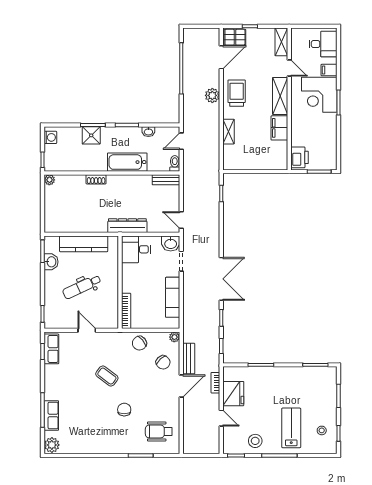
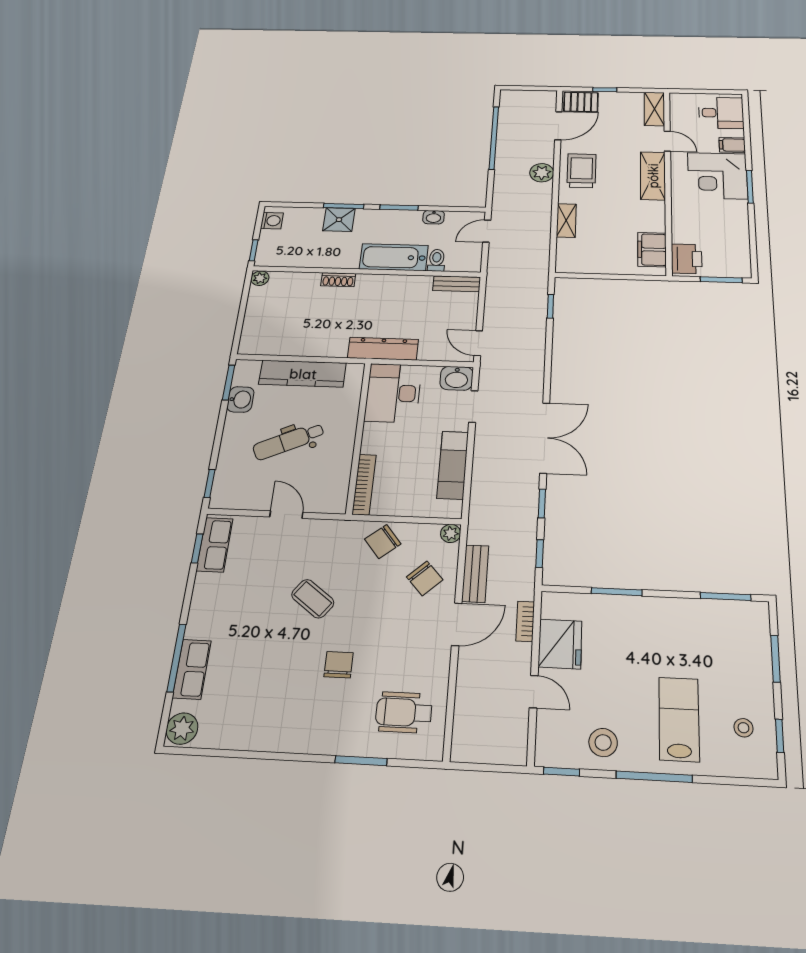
filing cabinet: (279, 128) -> (652, 250), moved
toilet: (175, 163) -> (437, 260), moved
desk: (136, 249) -> (393, 393), width x1.37

